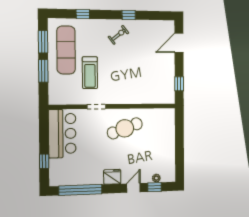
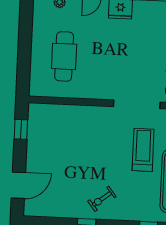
doorway: (96, 107) -> (137, 104), width x1.88
cafe table: (125, 128) -> (64, 56), moved, turned -70

